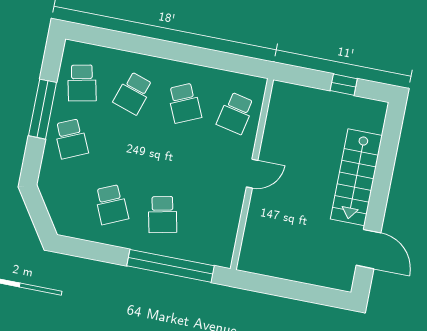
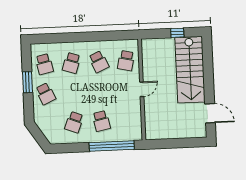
window: (43, 109) -> (28, 82), width x0.69
stairs: (356, 177) -> (190, 70), width x1.36, depth x1.51
school desk: (111, 204) -> (74, 122), turned 45

